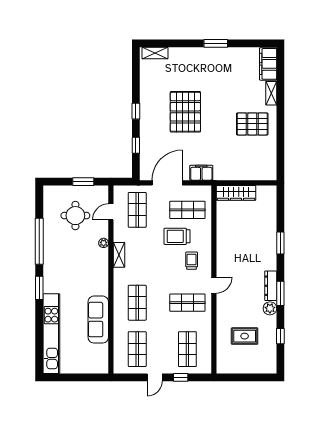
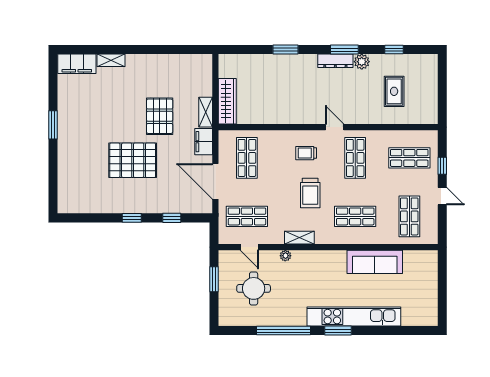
shelving: (155, 53) -> (206, 112), moved
pallet: (252, 124) -> (160, 116), moved
trolley: (177, 236) -> (310, 193), moved
kitchen unit: (51, 334) -> (354, 317), moved
shop shelf: (137, 349) -> (409, 216), turned 90

